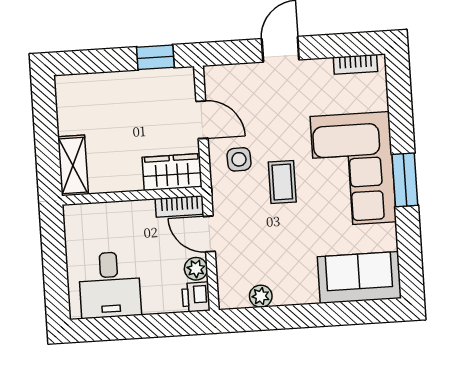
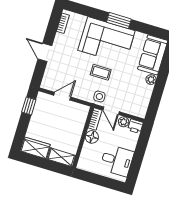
side table: (239, 159) -> (99, 97), moved
wardrobe: (172, 172) -> (36, 148), moved, turned 90
floor lamp: (140, 214) -> (92, 137), added
door: (209, 234) -> (111, 111), hinge flipped
plant: (261, 296) -> (151, 80), moved

